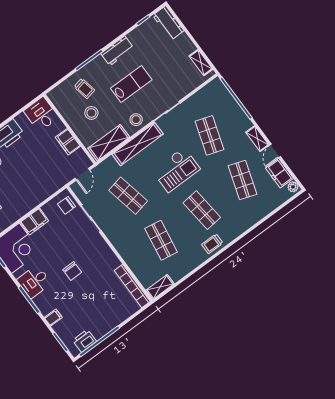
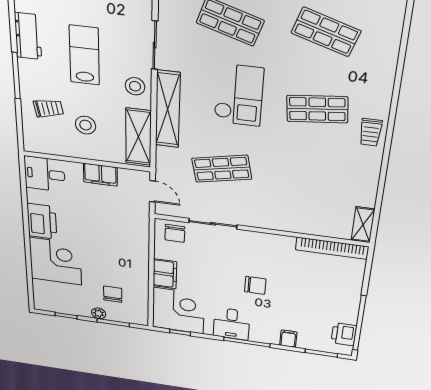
shop shelf: (161, 240) -> (309, 180), removed

